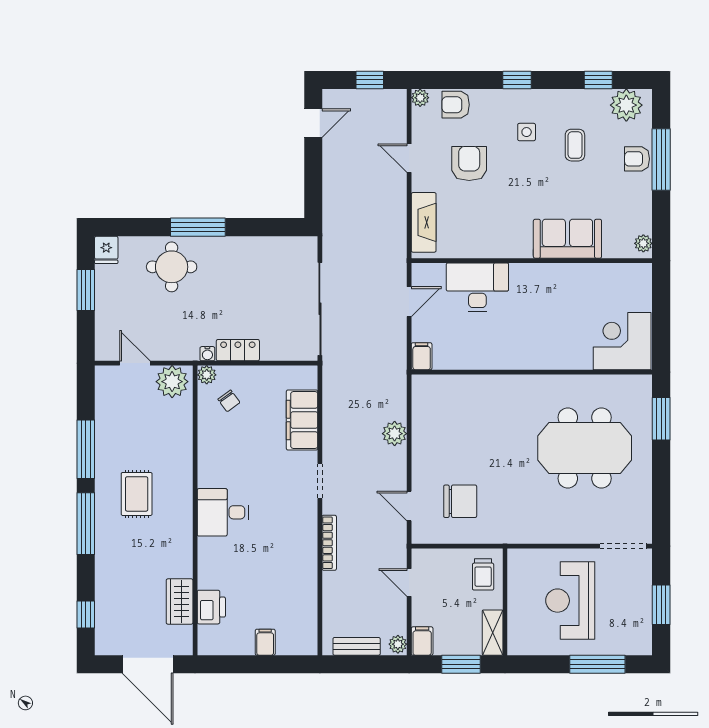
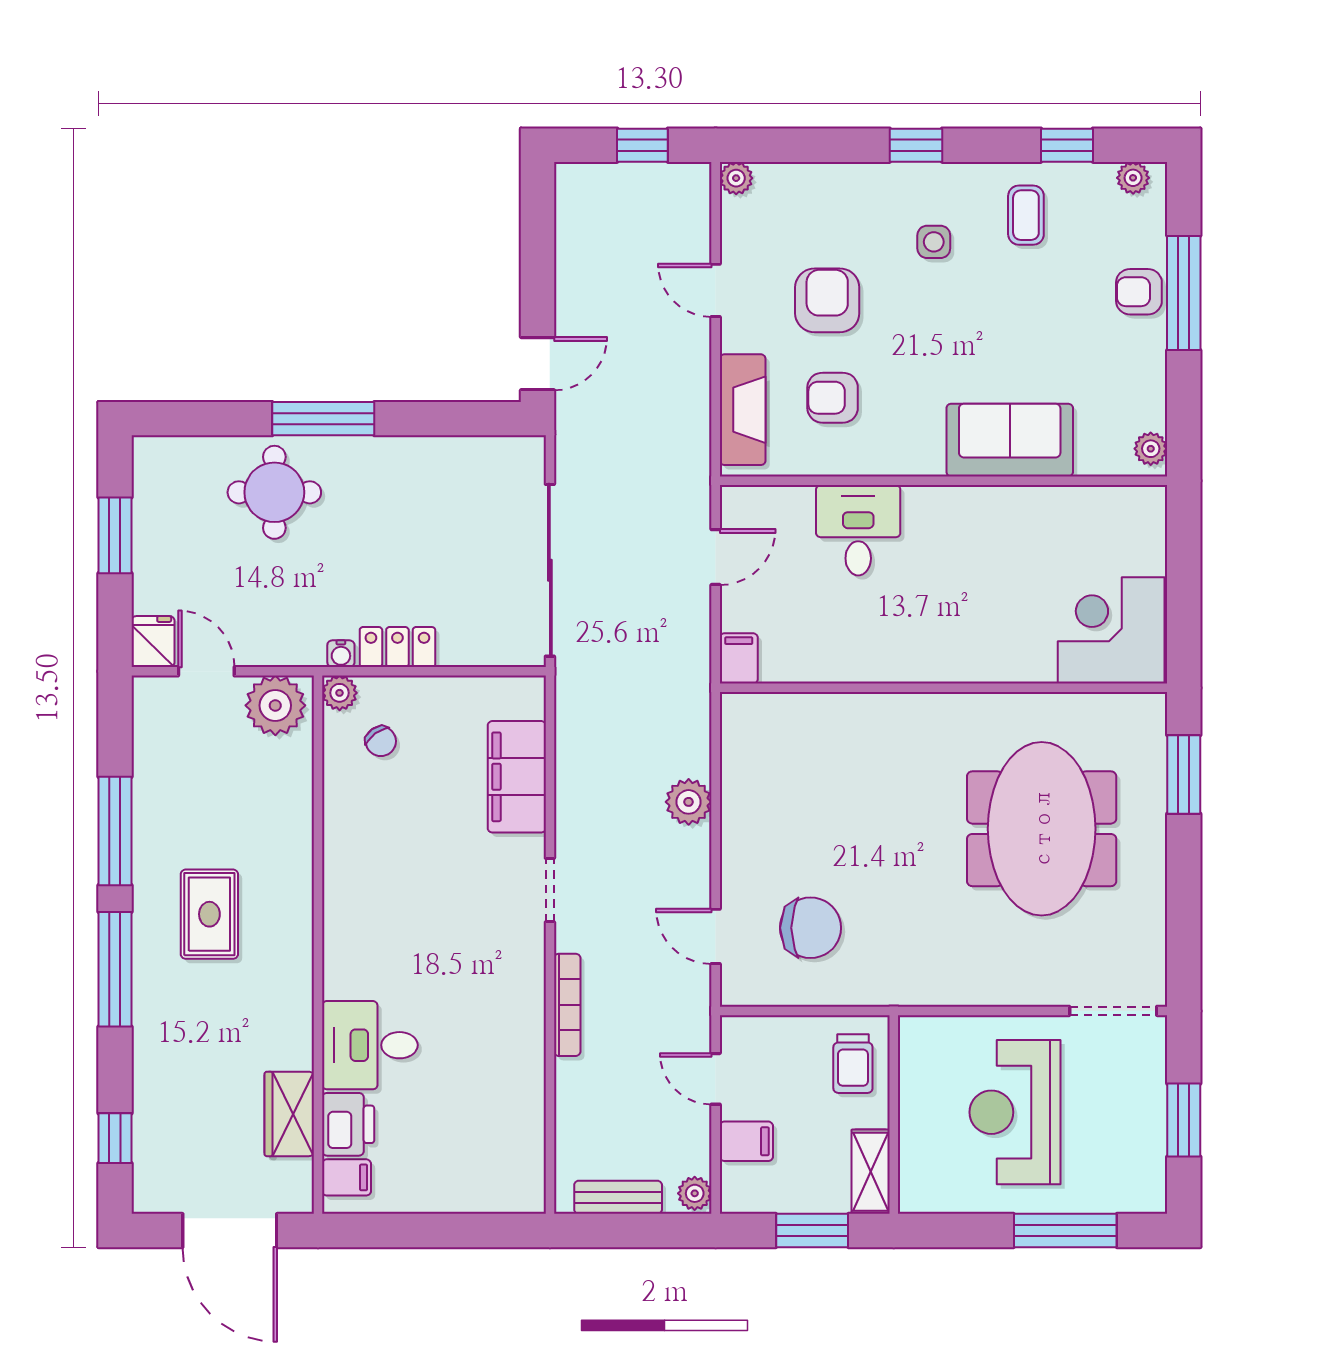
armchair: (456, 105) -> (833, 398), moved
plant: (626, 105) -> (1133, 178), width x0.53, depth x0.53
door: (313, 123) -> (537, 364), moved
coffee table: (575, 145) -> (1026, 215), moved
fridge: (106, 250) -> (153, 642), moved, turned 180
desk: (477, 287) -> (858, 530), width x0.73
meeting table: (585, 448) -> (1042, 829), turned 90
desk: (223, 512) -> (370, 1045), moved
filing cabinet: (422, 641) -> (746, 1141), moved, turned 90
filing cabinet: (265, 642) -> (346, 1177), moved, turned 90

